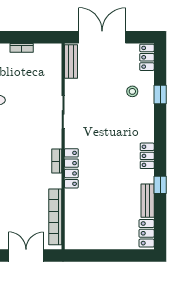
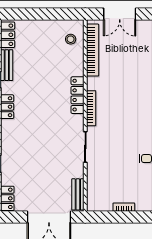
stool: (132, 91) -> (71, 39), moved
bookcase: (57, 161) -> (91, 108), width x1.56

